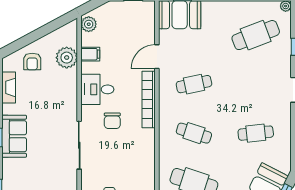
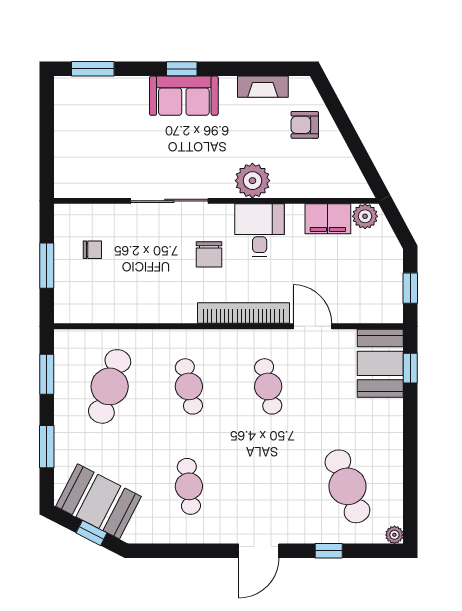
filing cabinet: (90, 54) -> (328, 219), width x2.00
plant: (67, 58) -> (252, 181), moved
chair: (112, 121) -> (209, 254), turned -90
cafe table: (194, 133) -> (189, 386), turned -30

